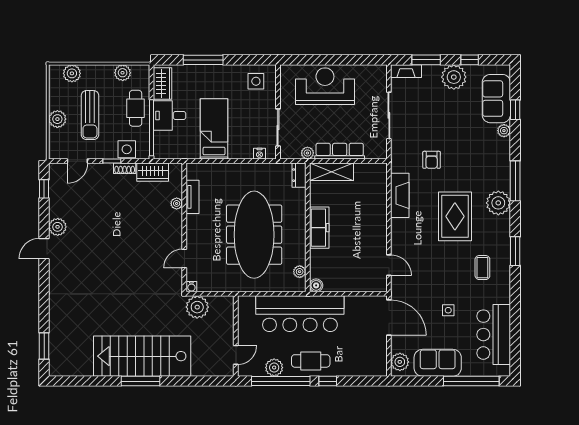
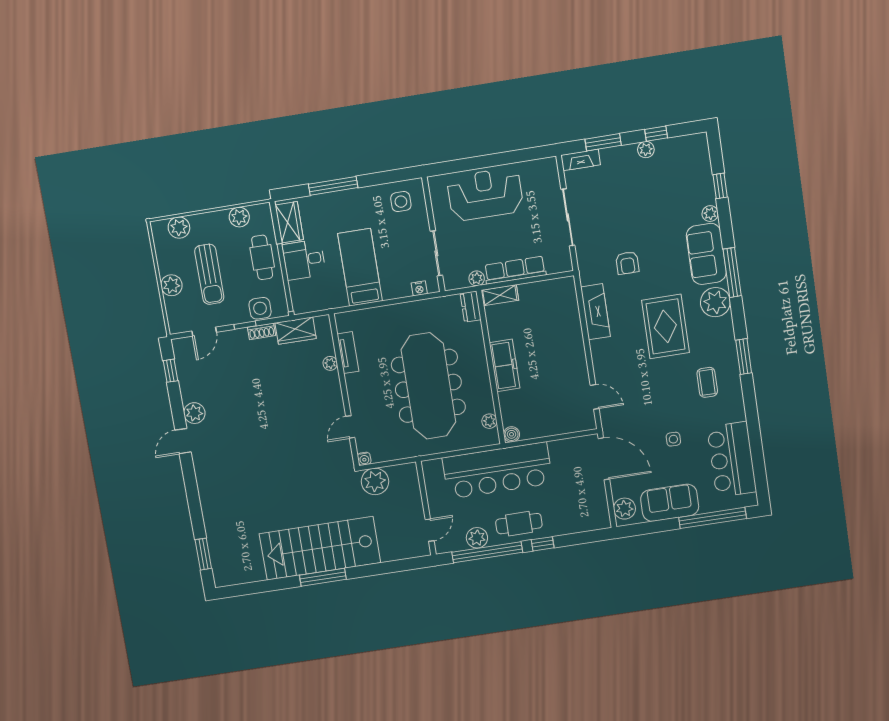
plant: (454, 77) -> (646, 150), width x0.53, depth x0.53
sofa: (496, 99) -> (706, 254), moved
shelving: (332, 172) -> (500, 295), width x0.67, depth x0.75

